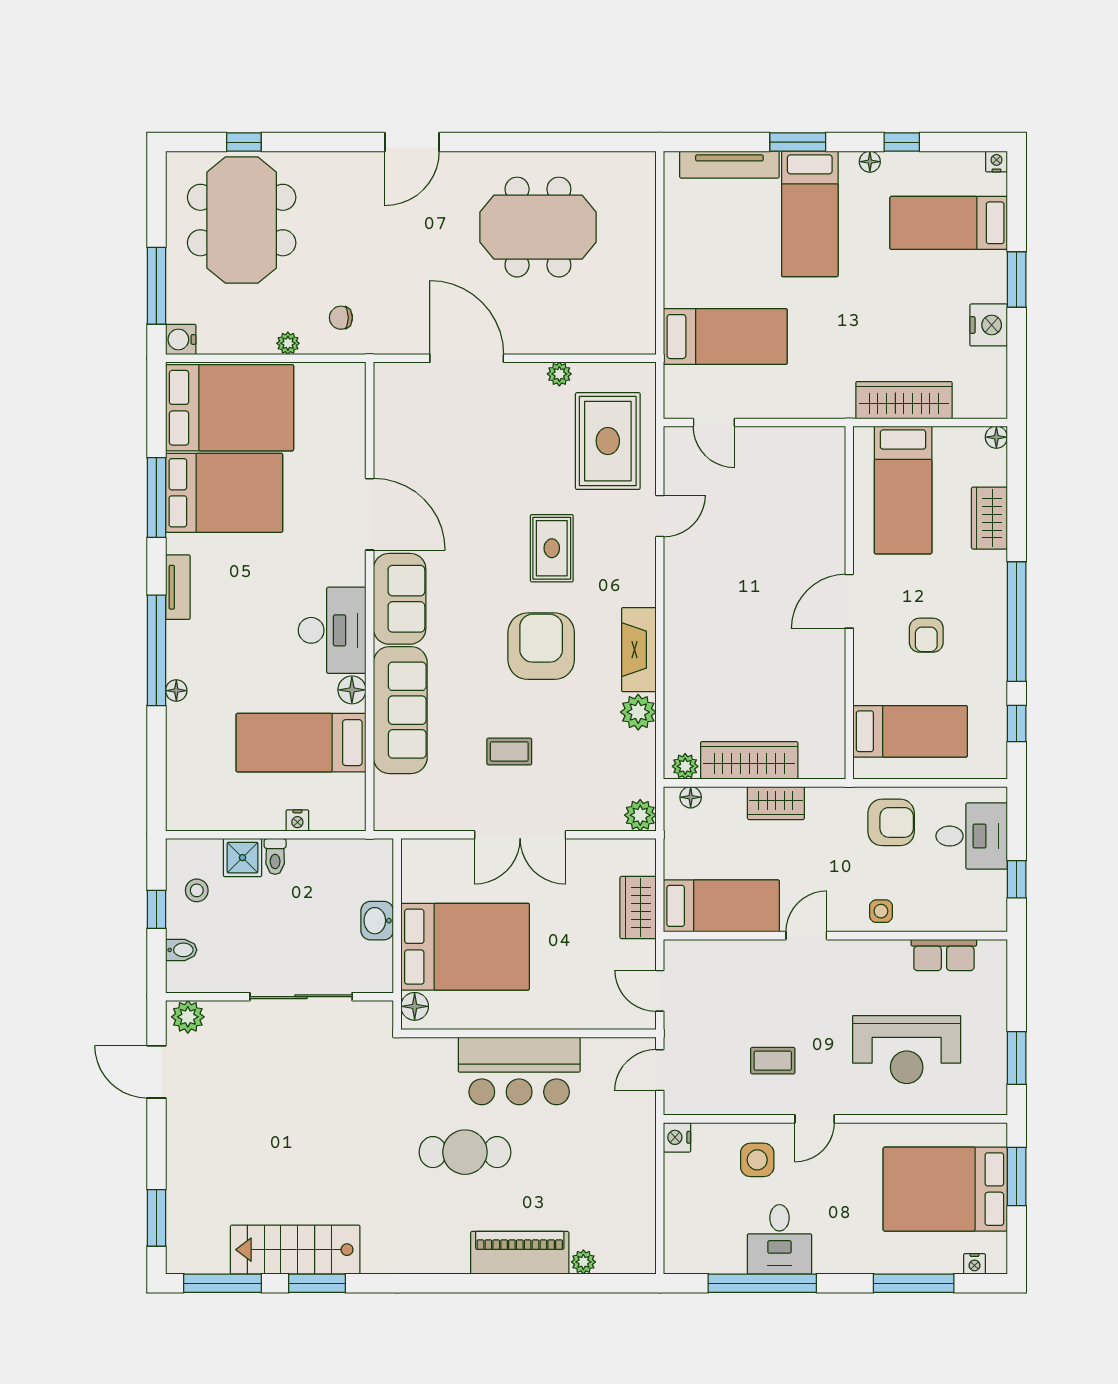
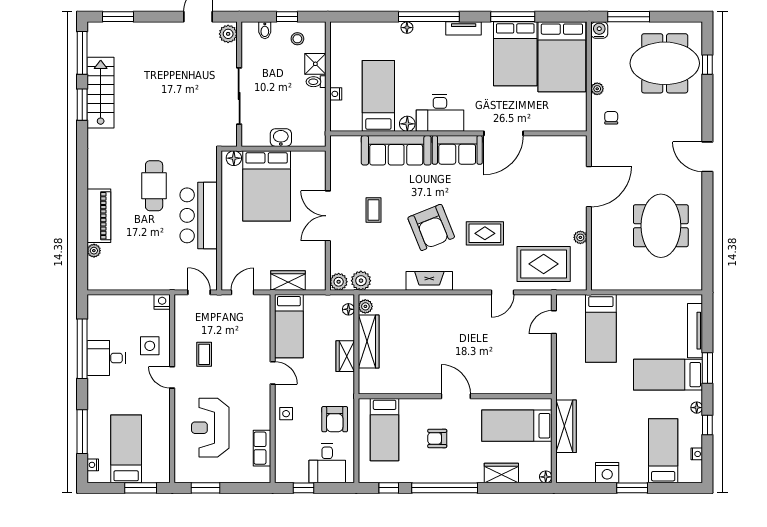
nightstand: (996, 162) -> (697, 454), moved
door: (660, 516) -> (502, 292), hinge flipped
armchair: (541, 646) -> (431, 227), turned 68
plant: (638, 712) -> (361, 281), moved
bed: (945, 1189) -> (126, 449), width x0.67

